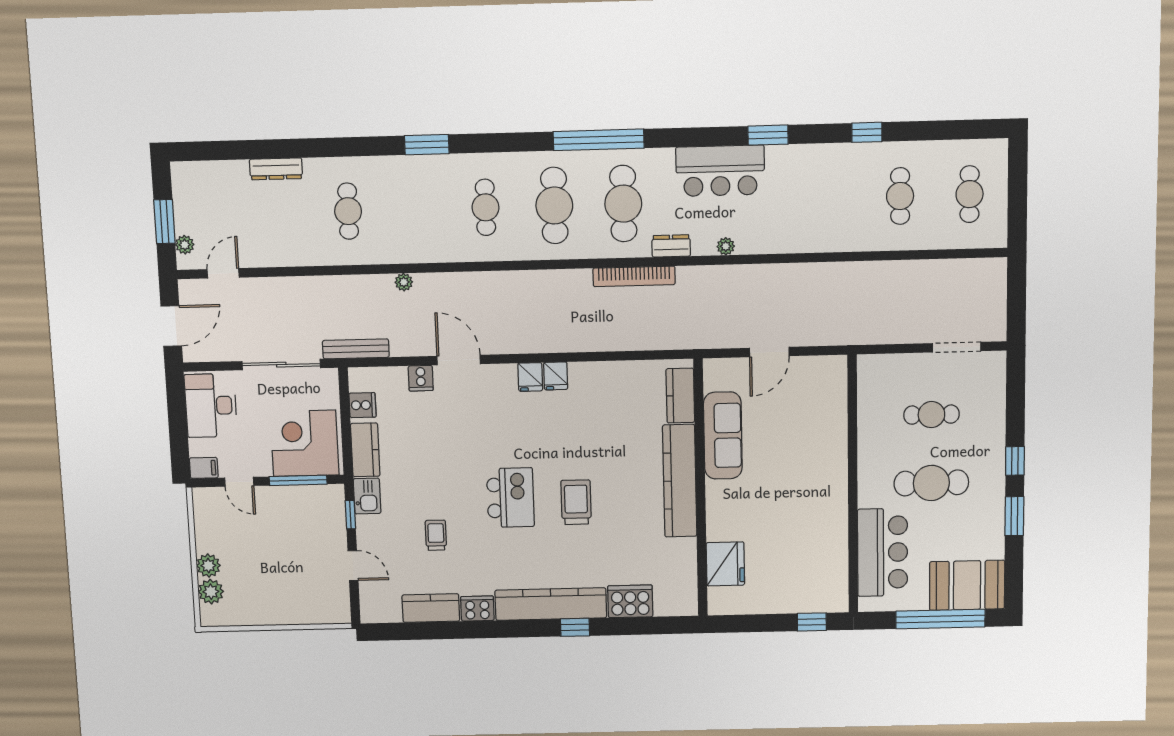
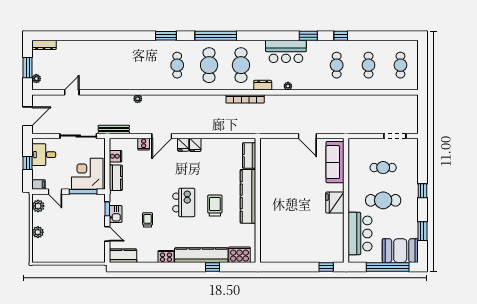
window: (867, 132) -> (341, 36), moved
window: (599, 140) -> (216, 36), moved
window: (427, 145) -> (166, 36), moved
dresser: (276, 169) -> (44, 45), moved
cafe table: (348, 211) -> (337, 65), moved
door: (223, 273) -> (72, 92), moved
door: (769, 352) -> (307, 136), hinge flipped
door: (459, 360) -> (162, 136), swing flipped
fridge: (556, 376) -> (183, 145), moved
kitchen counter: (680, 396) -> (249, 156), moved
desk: (211, 406) -> (44, 155), width x0.73
window: (178, 424) -> (28, 163), added
sofa: (723, 435) -> (335, 162), moved, turned 180
kitchen counter: (680, 481) -> (248, 196), moved
wall: (700, 489) -> (258, 200), moved
kitchen sink: (367, 496) -> (116, 214), moved
window: (1014, 516) -> (422, 231), moved
fridge: (725, 564) -> (335, 203), moved, turned 180
plant: (211, 592) -> (38, 206), moved
kitchen counter: (431, 608) -> (123, 256), moved

